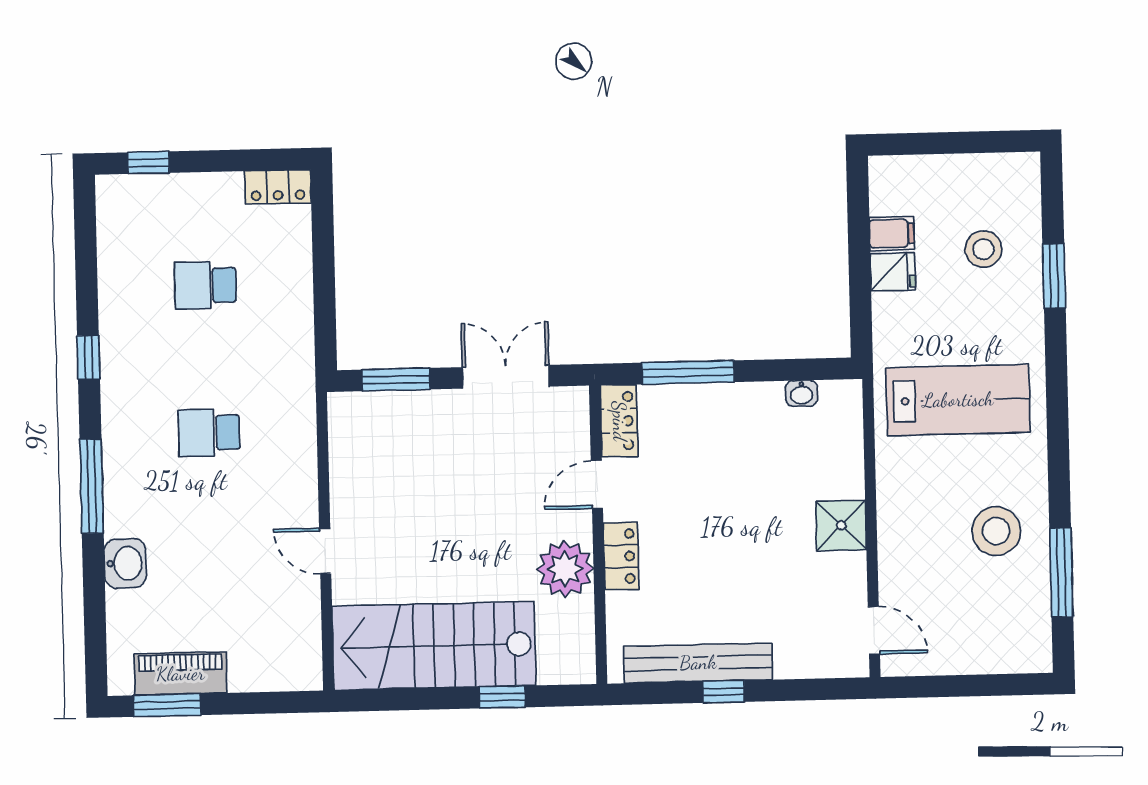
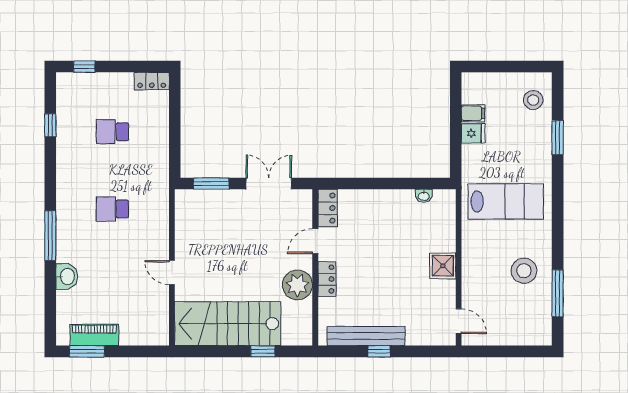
stool: (983, 249) -> (533, 100), moved
window: (88, 357) -> (50, 125), moved
window: (688, 372) -> (364, 184), removed

